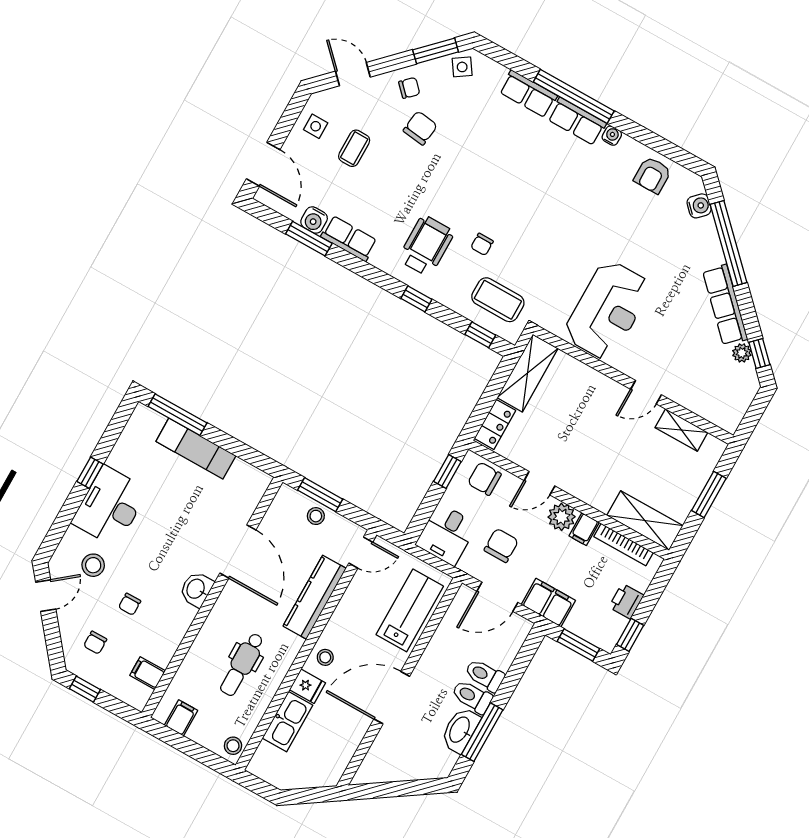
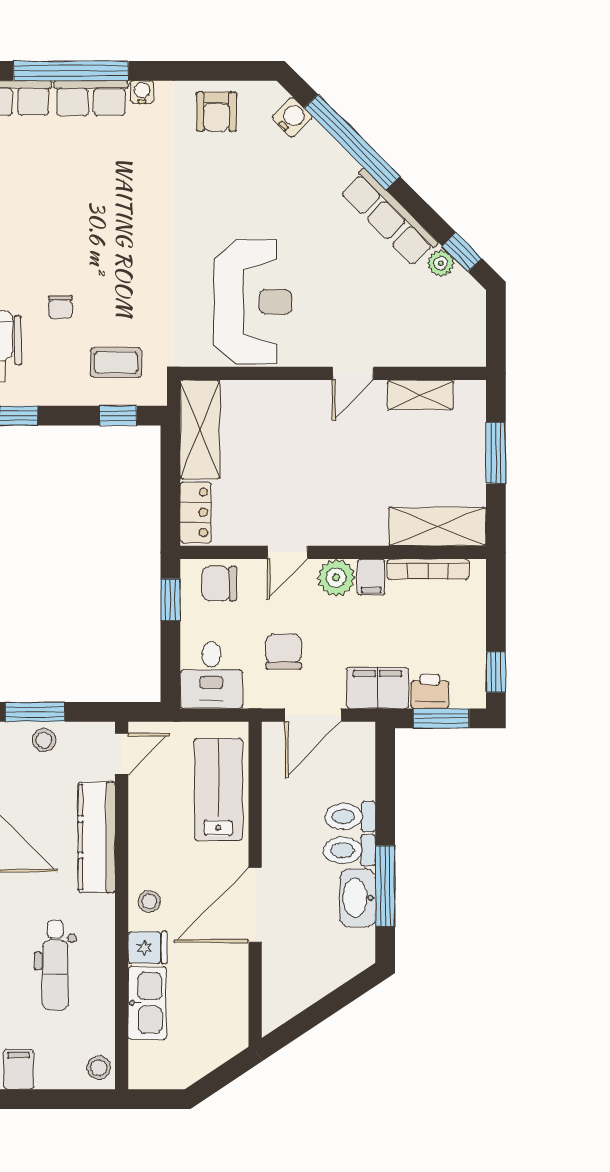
coffee table: (498, 300) -> (116, 362), width x0.73, depth x0.77
printer: (626, 601) -> (430, 691), moved, turned 90

